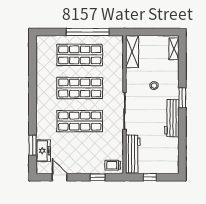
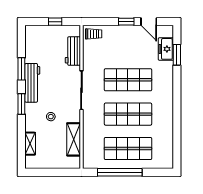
shelving: (174, 49) -> (30, 144), moved
shelving: (132, 52) -> (74, 139), moved
window: (182, 132) -> (21, 69), added
workbench: (133, 154) -> (73, 51), width x0.73
window: (97, 177) -> (126, 22), moved

